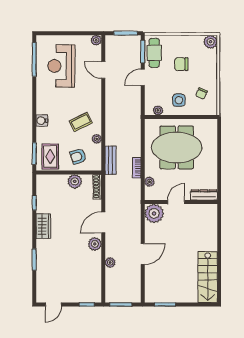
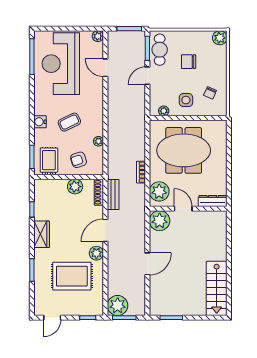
reception desk: (61, 66) -> (61, 64), width x1.36, depth x1.30
coffee table: (81, 122) -> (69, 122), moved
bench: (111, 160) -> (113, 195), moved
plant: (149, 182) -> (159, 191), width x1.88, depth x1.88
door: (176, 202) -> (183, 209), hinge flipped
plant: (110, 262) -> (118, 305), moved, width x1.88, depth x1.88
rug: (72, 265) -> (72, 276), added

